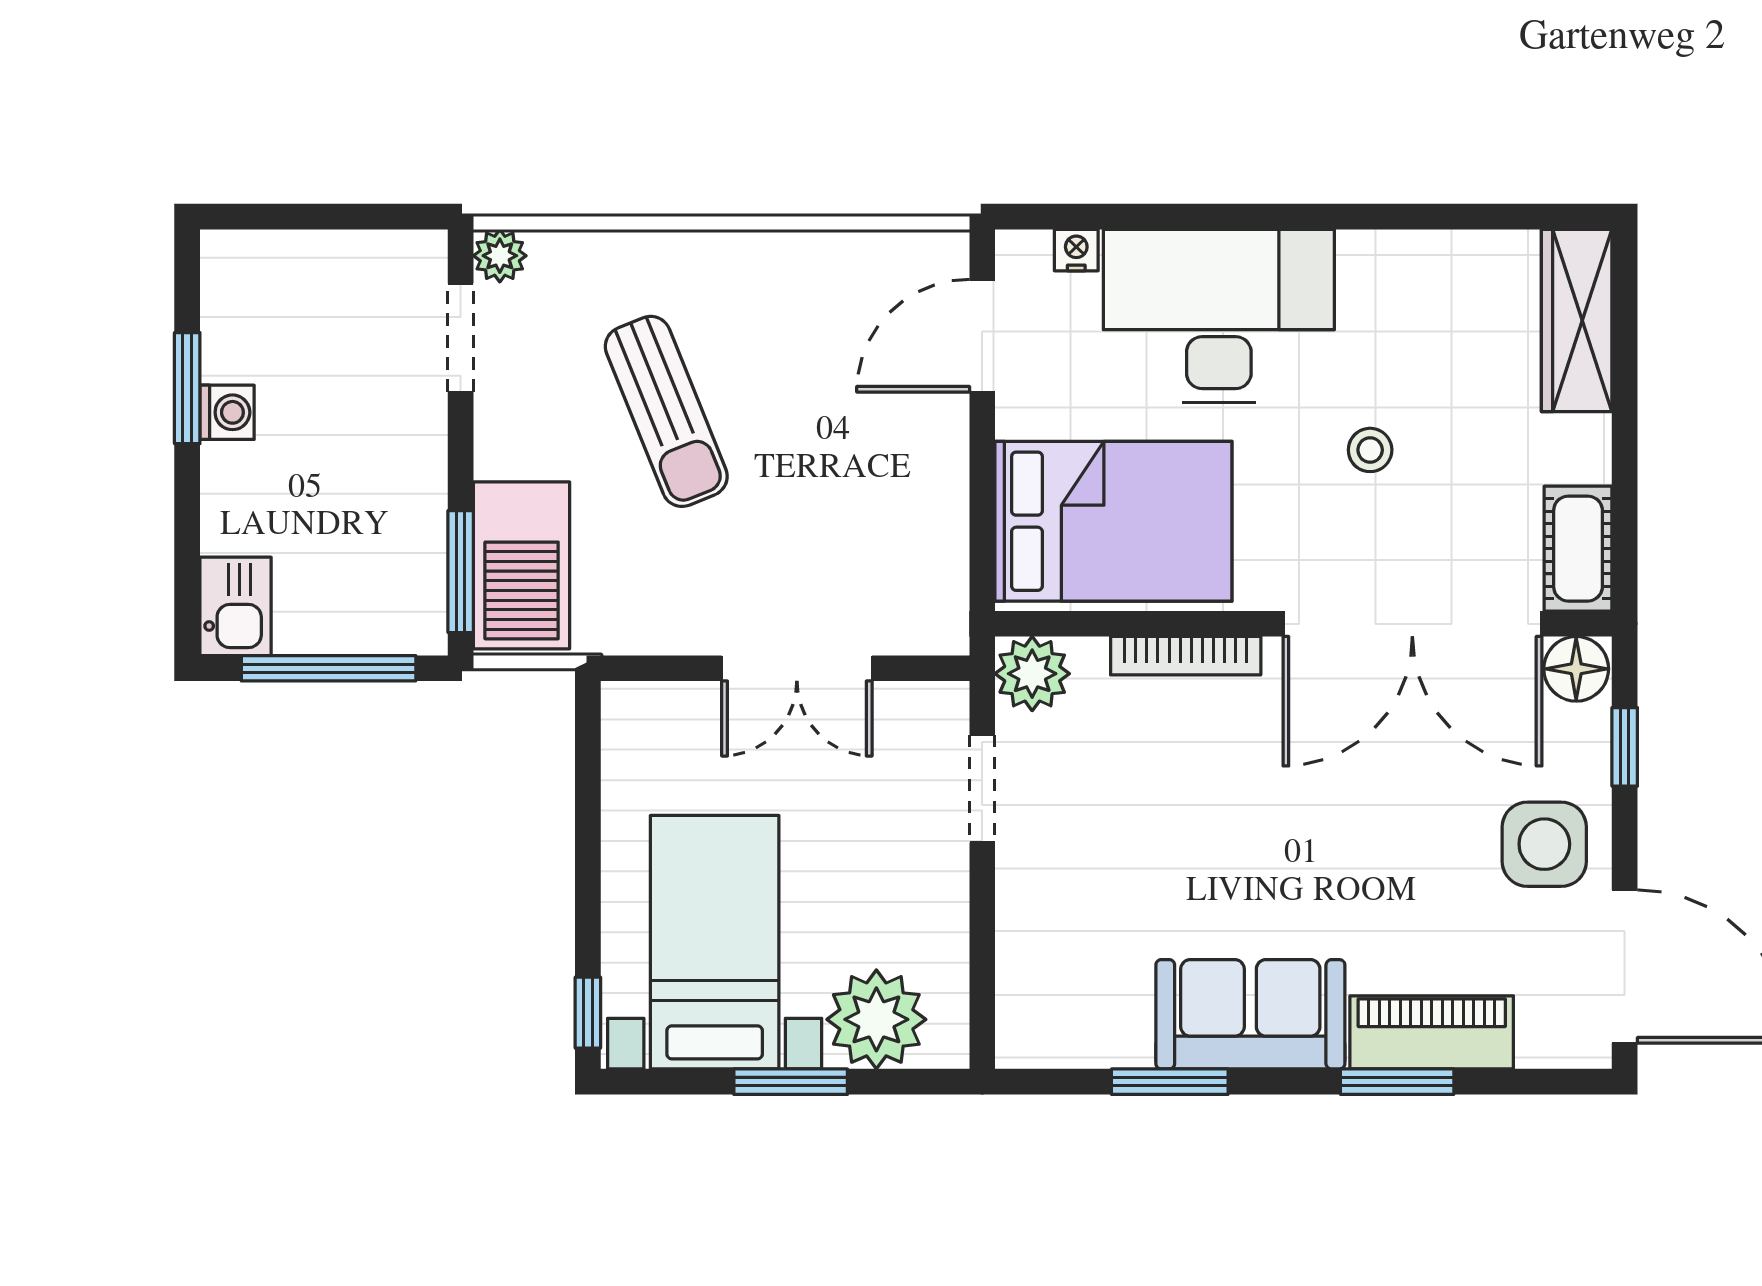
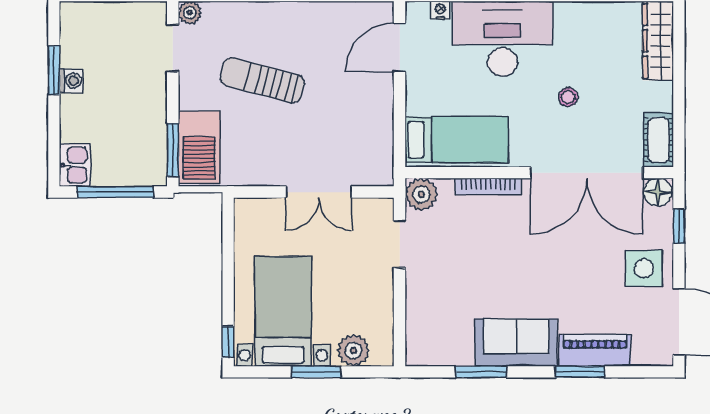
sun lounger: (666, 411) -> (262, 80), turned 127
bed: (1113, 521) -> (457, 140), width x0.67
plant: (876, 1019) -> (353, 350), width x0.73, depth x0.73

